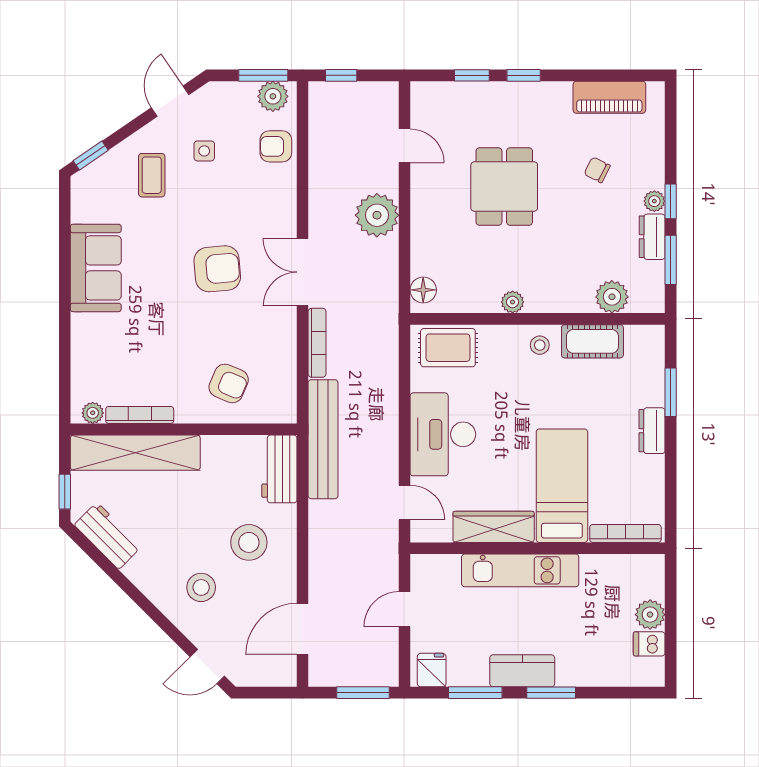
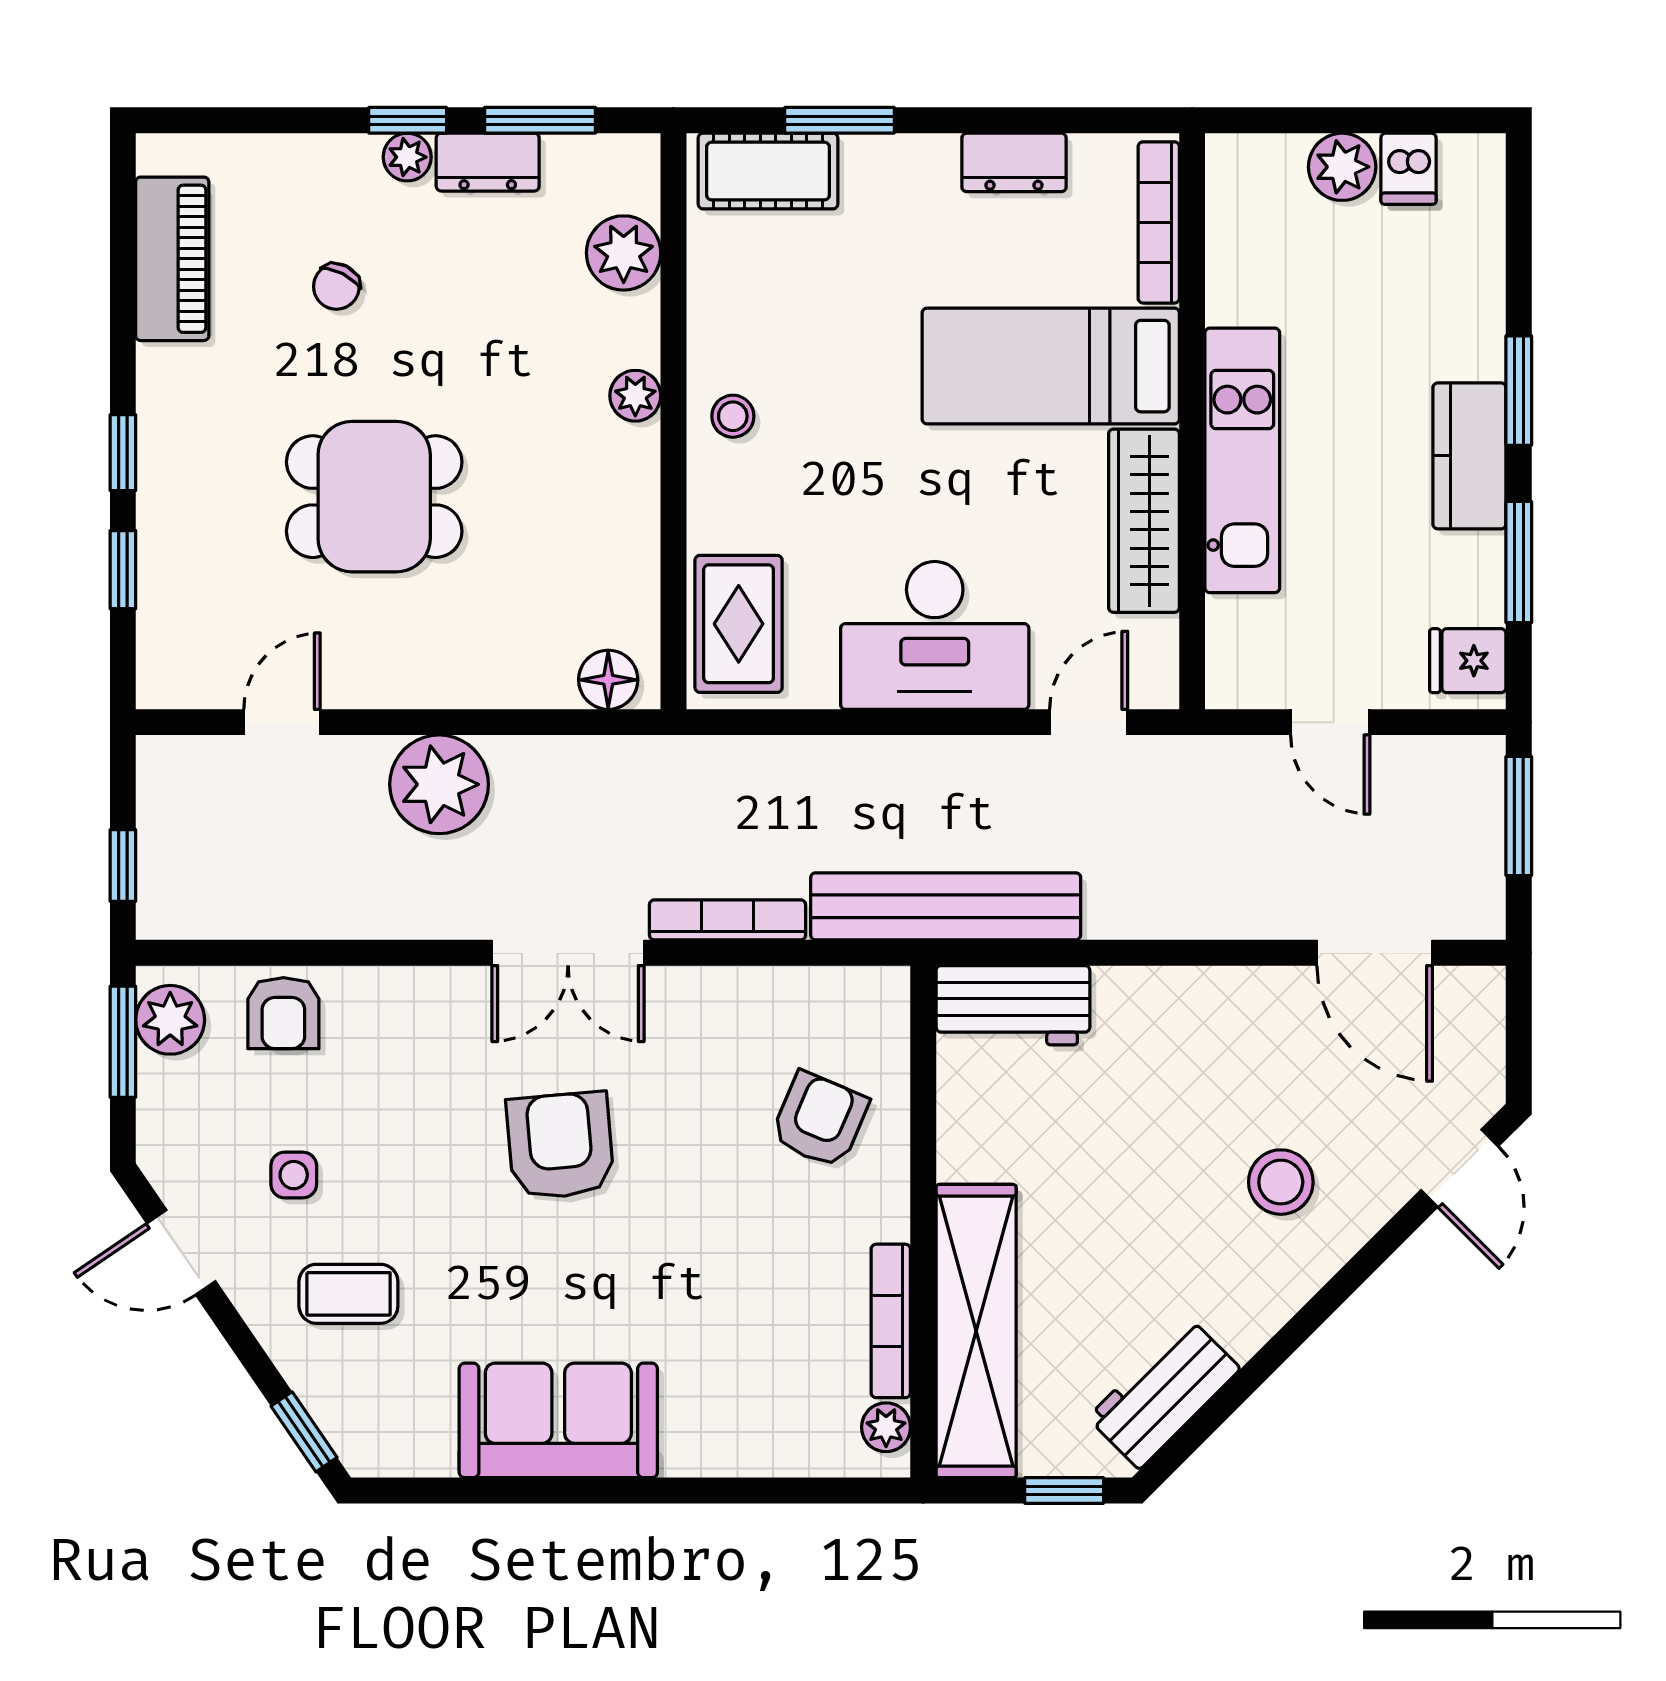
plant: (513, 302) -> (635, 396), moved
cot: (592, 341) -> (768, 171), moved, turned 90
dresser: (652, 431) -> (1014, 162), moved
stool: (249, 542) -> (1179, 1074), removed

